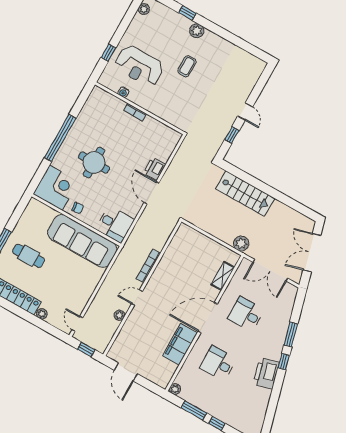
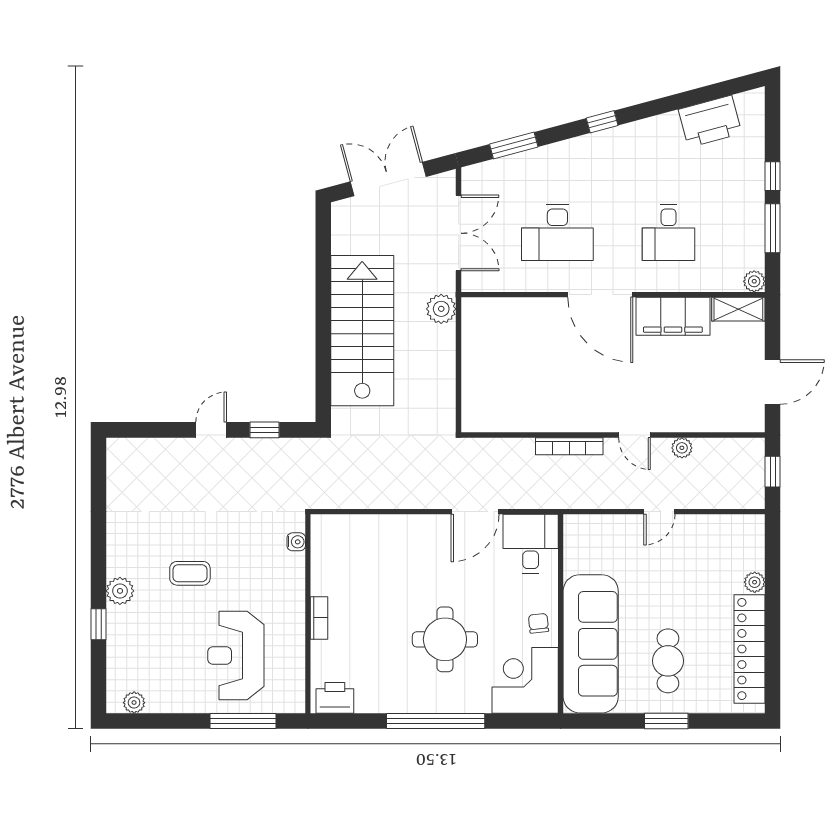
window: (108, 53) -> (243, 721), width x2.17
reception desk: (139, 66) -> (236, 655), turned 180
water cooler: (123, 92) -> (296, 542), moved
printer: (155, 169) -> (335, 698), moved, turned 180
door: (151, 193) -> (475, 512), moved
stairs: (245, 194) -> (362, 331), width x1.36, depth x1.51
sofa: (82, 241) -> (591, 644), moved
double door: (312, 253) -> (388, 179), swing flipped
shelving: (223, 276) -> (738, 309), moved
desk: (246, 314) -> (557, 232), width x1.37
door: (77, 324) -> (659, 512), moved
window: (291, 334) -> (514, 145), moved
printer: (266, 373) -> (710, 121), moved

